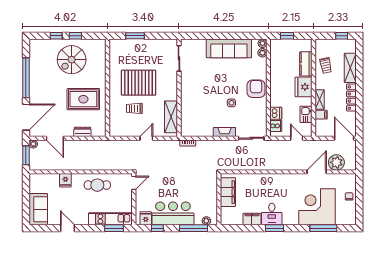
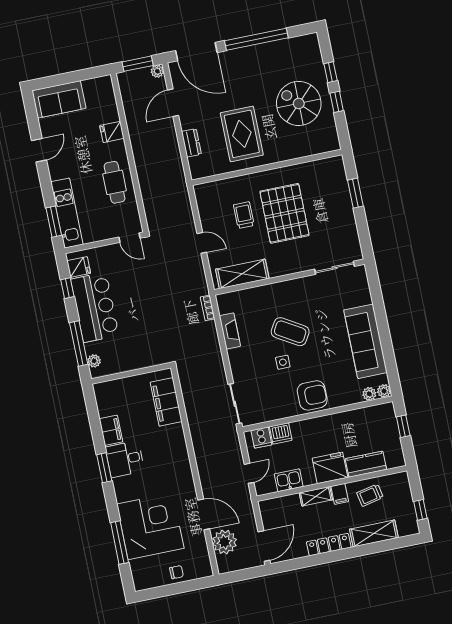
coffee table: (213, 94) -> (290, 332), added
filing cabinet: (321, 115) -> (340, 494), moved
fireplace: (224, 132) -> (230, 331), moved
filing cabinet: (228, 192) -> (166, 402), moved, turned 90

